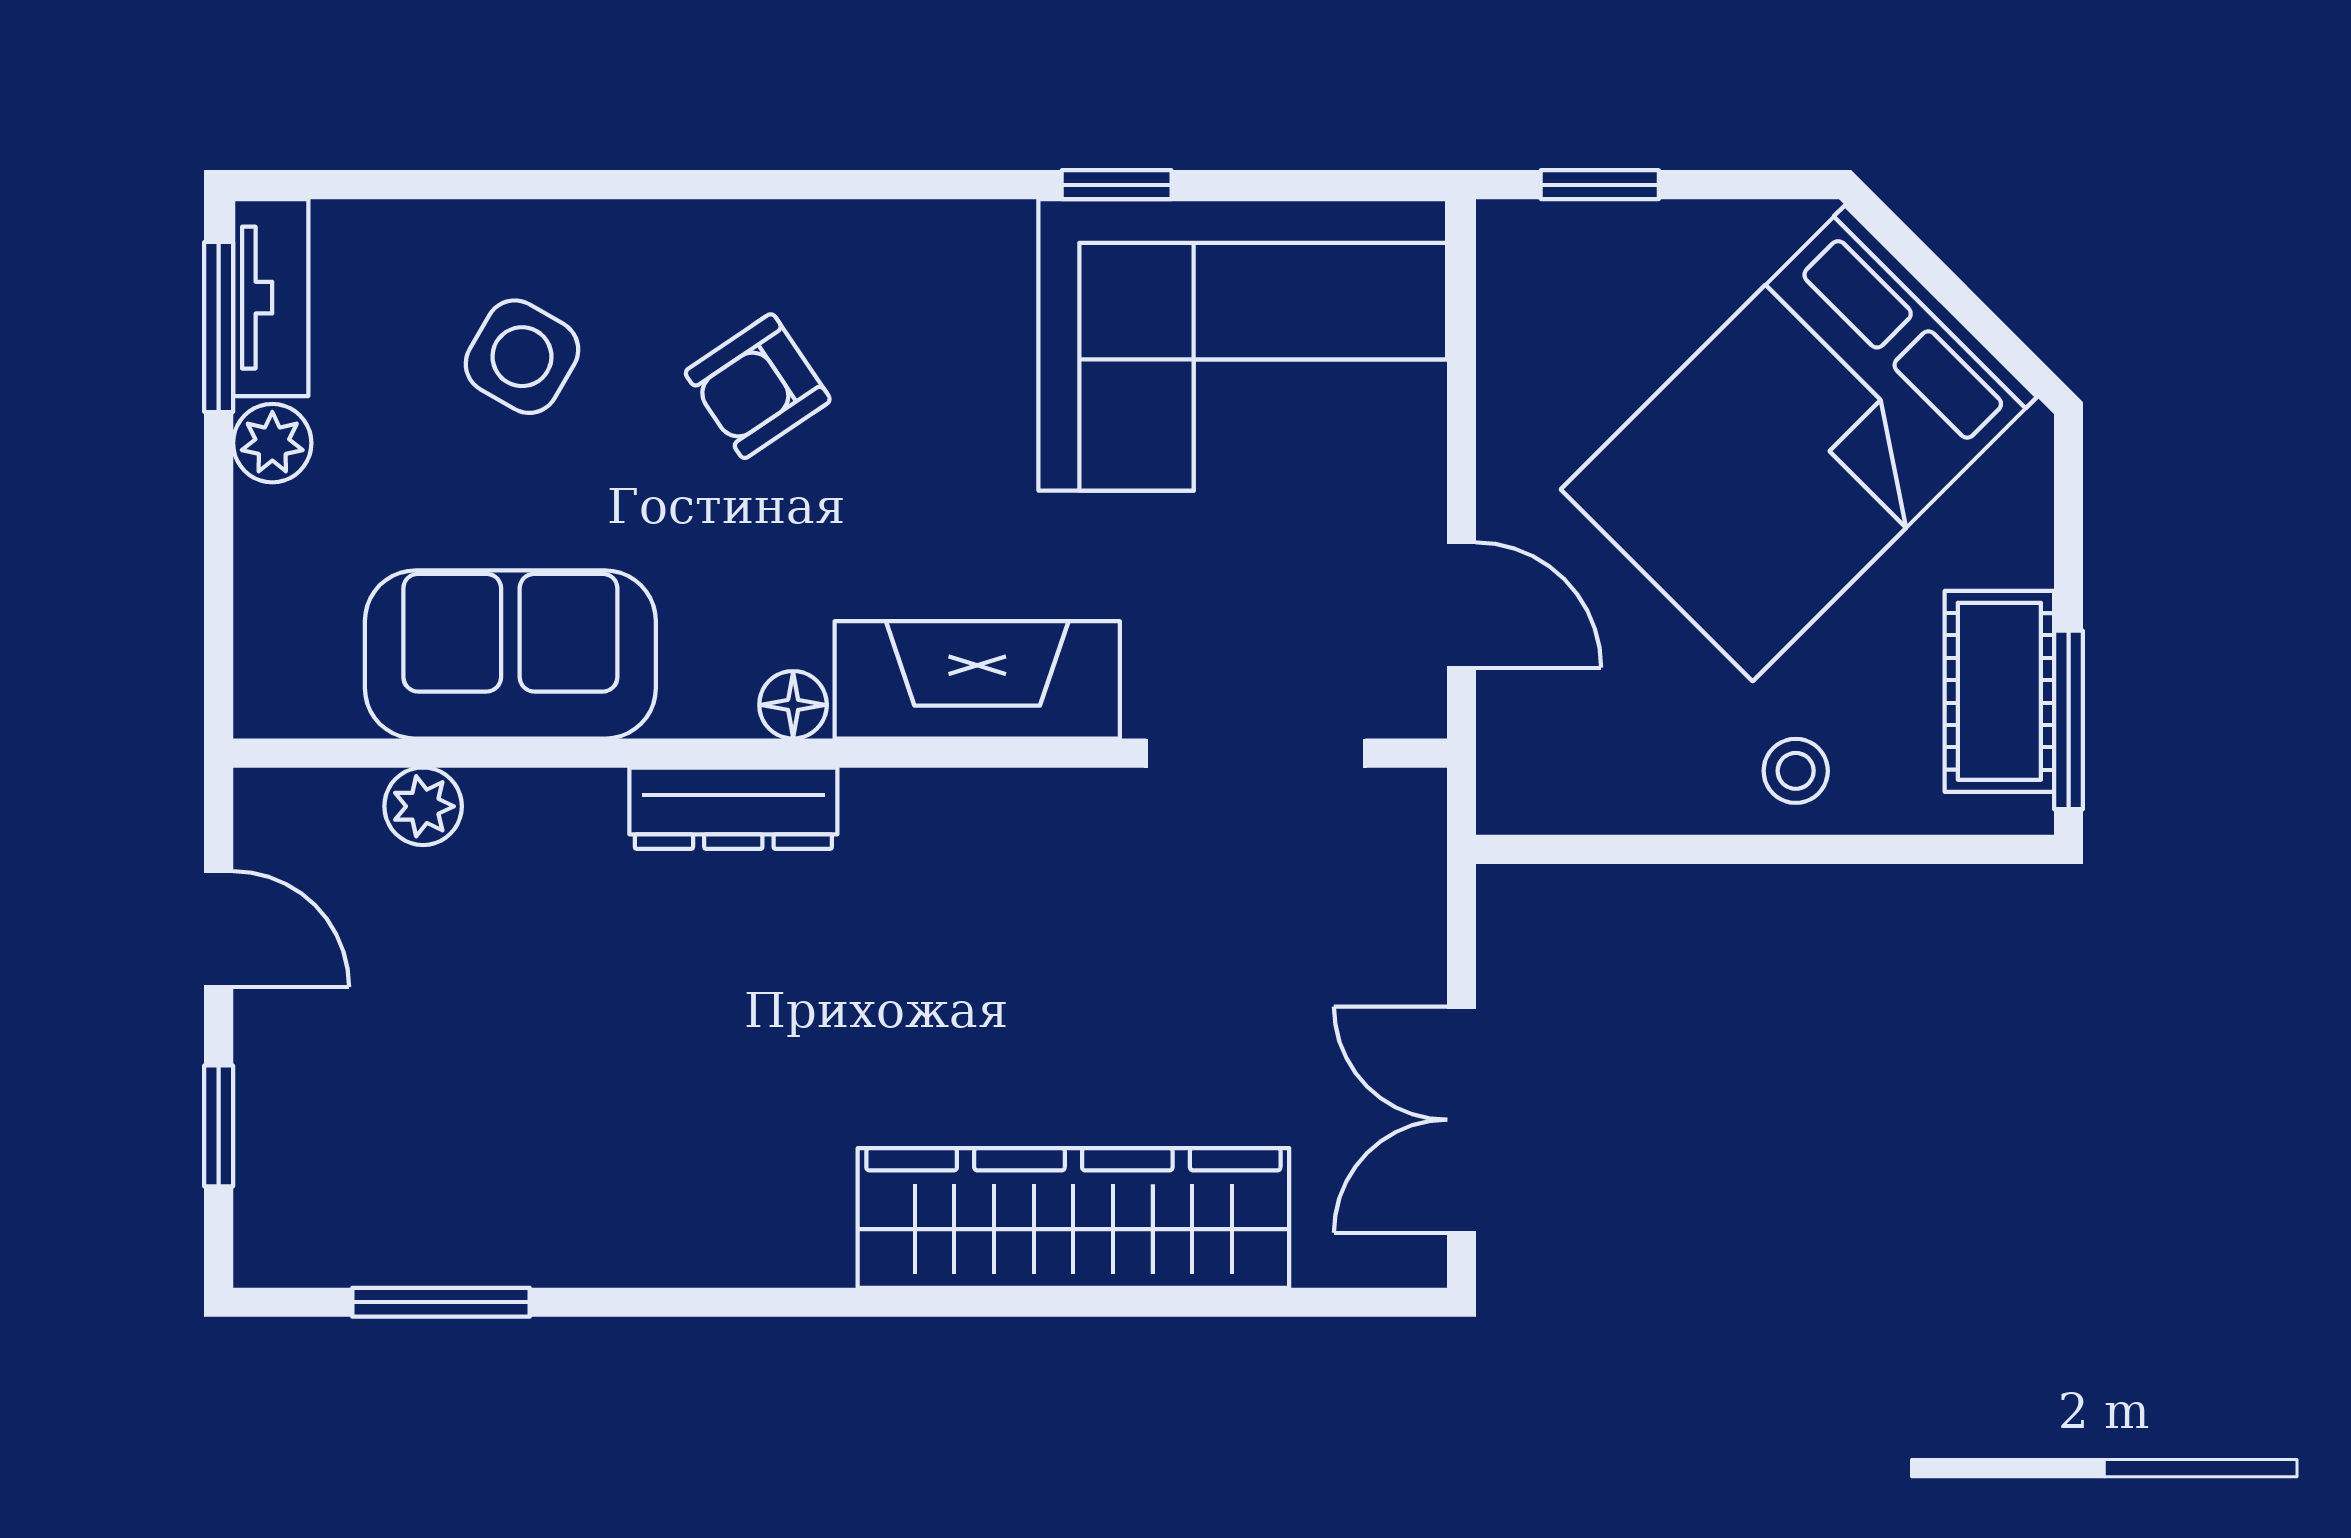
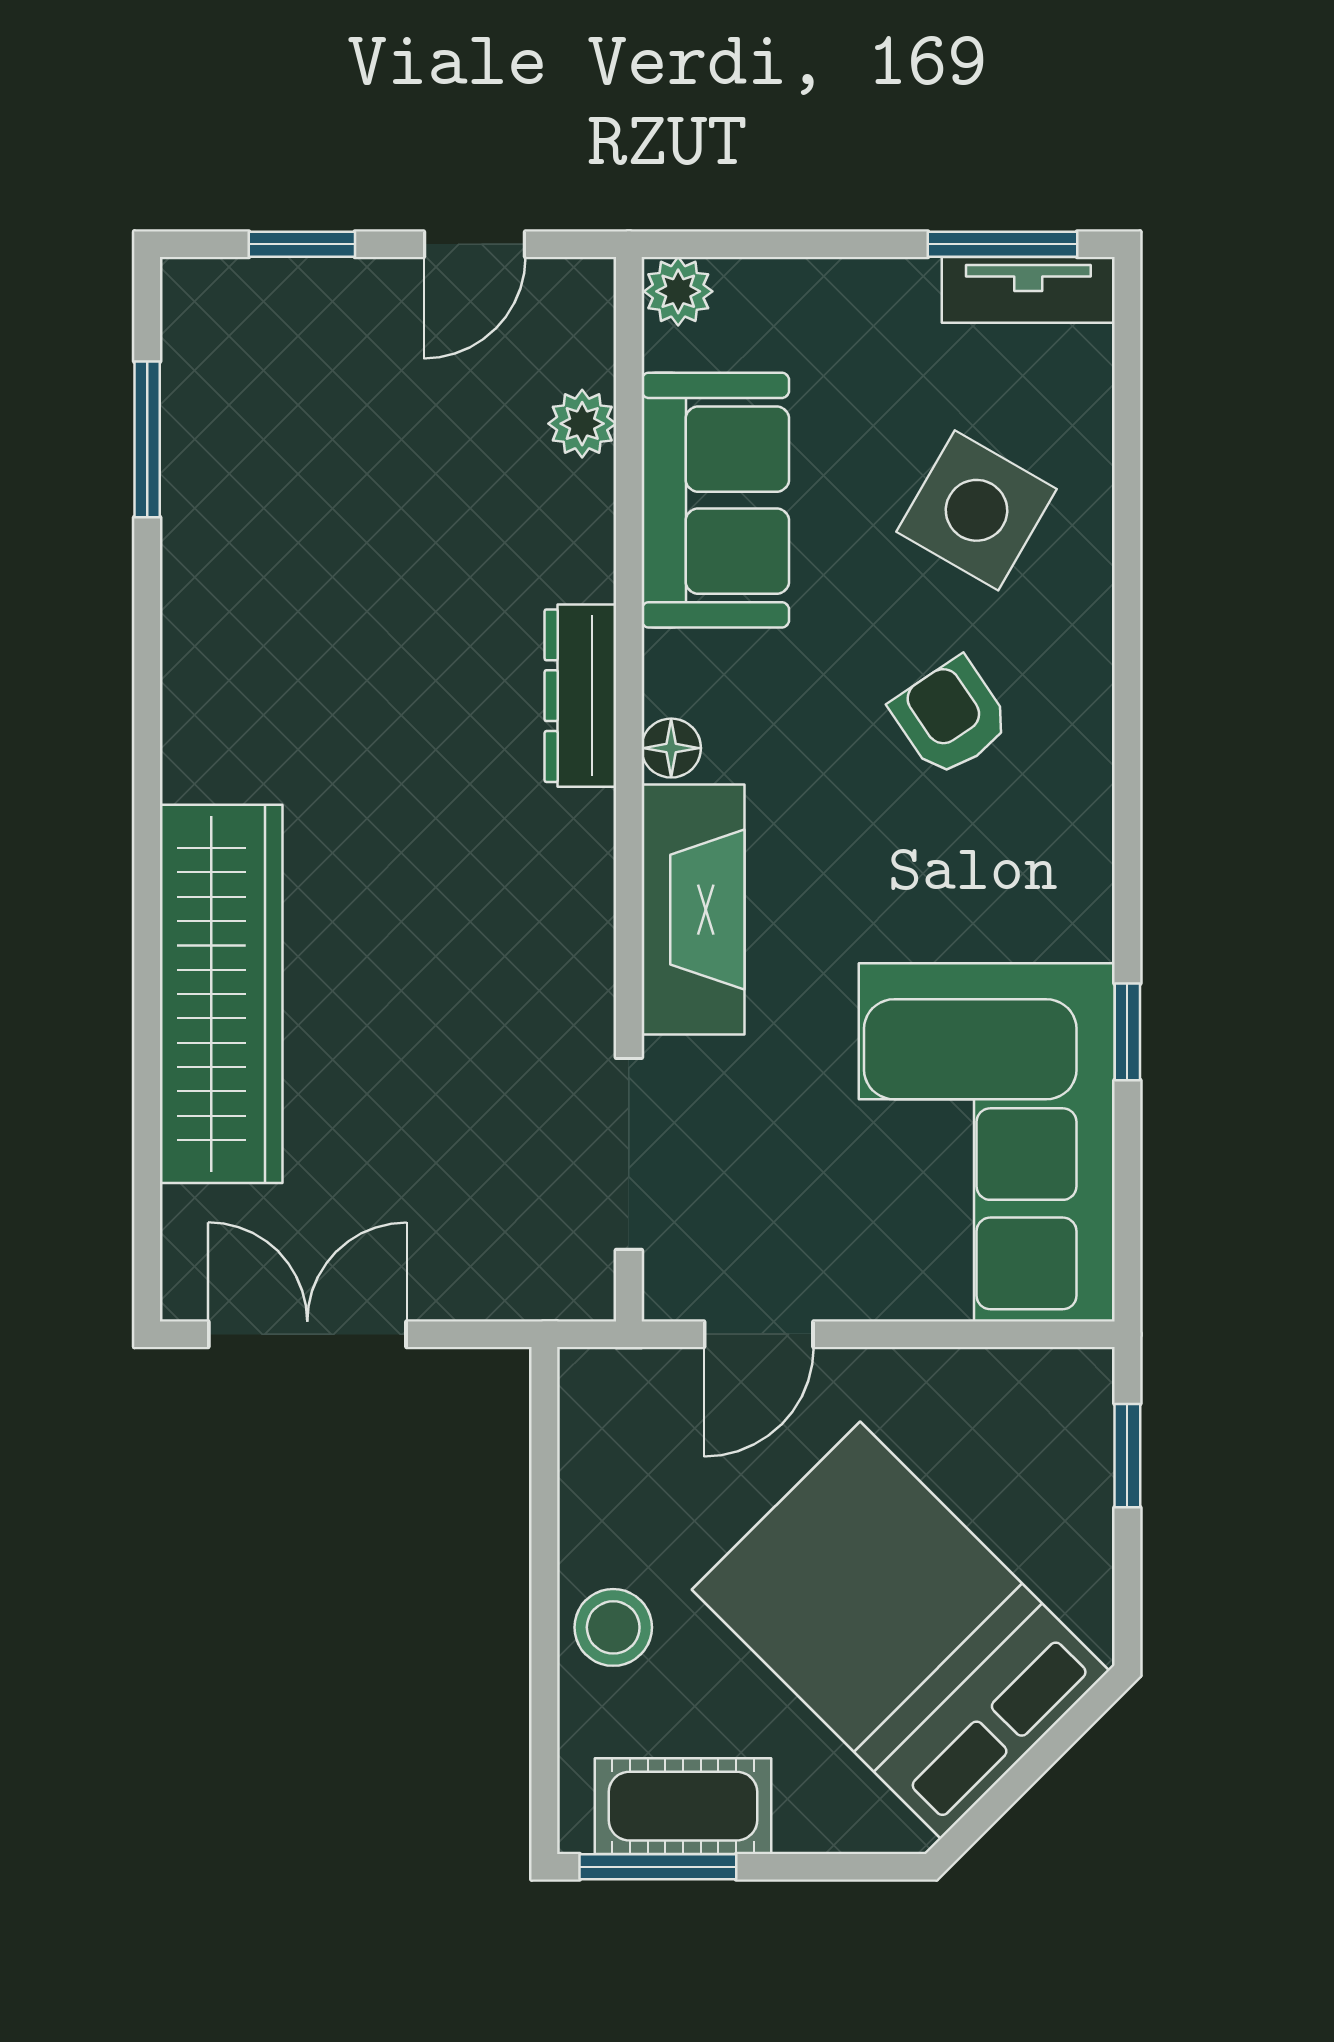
side table: (522, 357) -> (977, 510), width x1.37, depth x1.37
plant: (272, 443) -> (678, 291), moved
stool: (1796, 771) -> (613, 1627), width x1.37, depth x1.37

